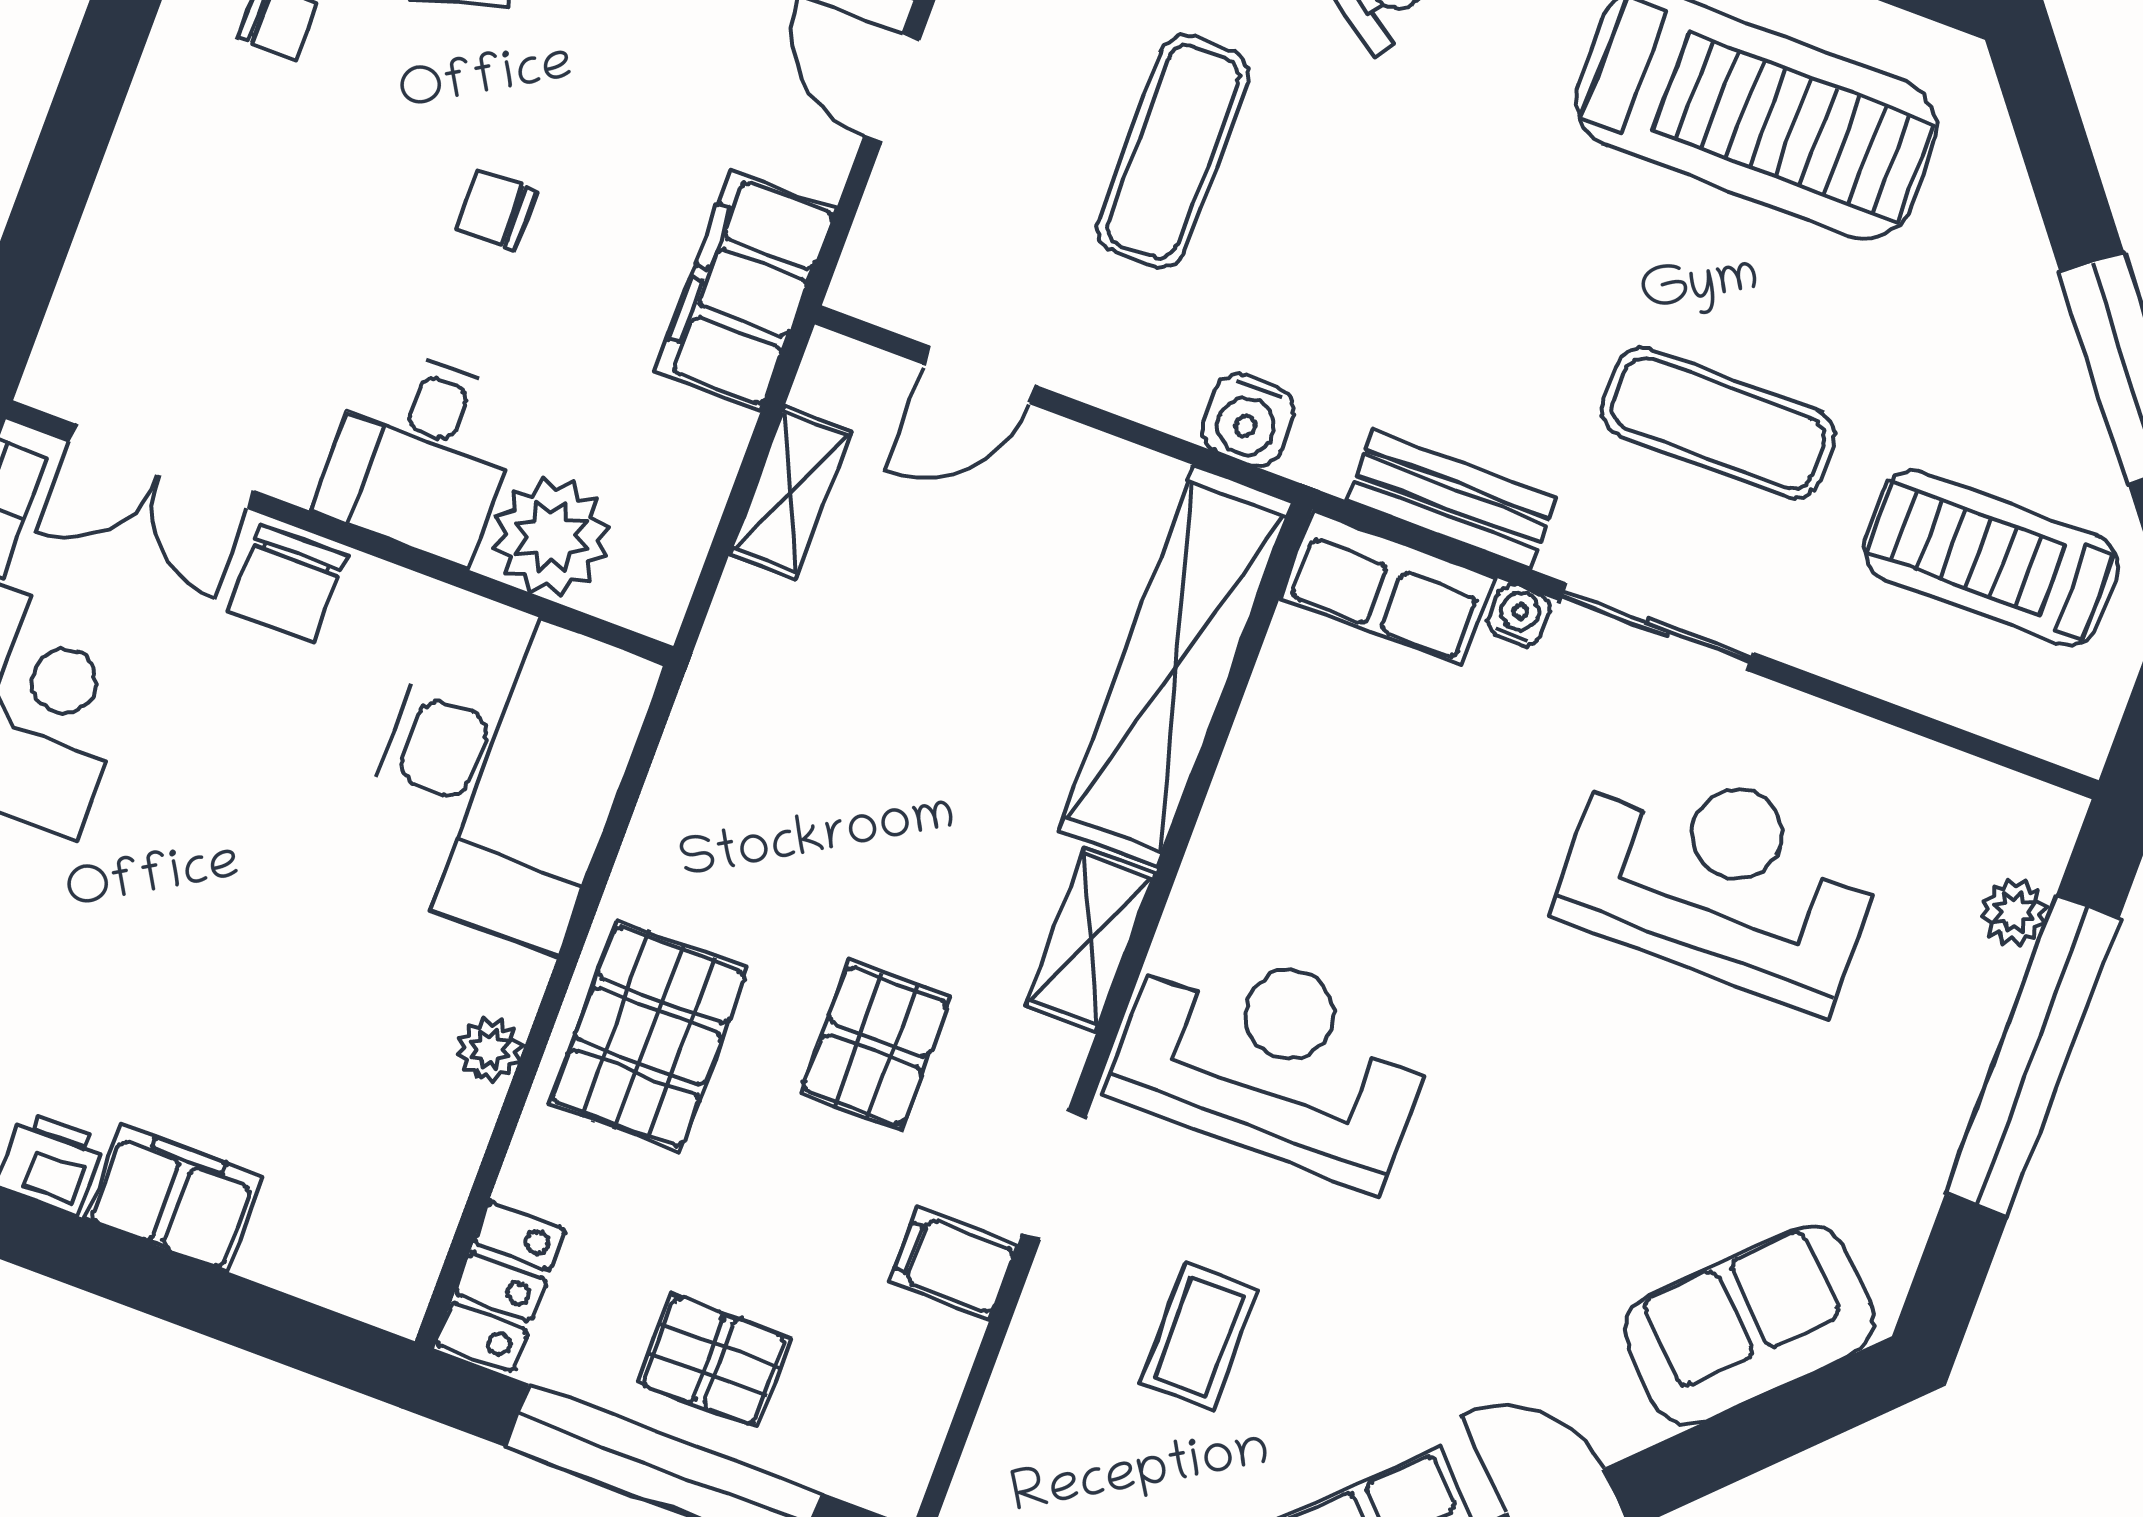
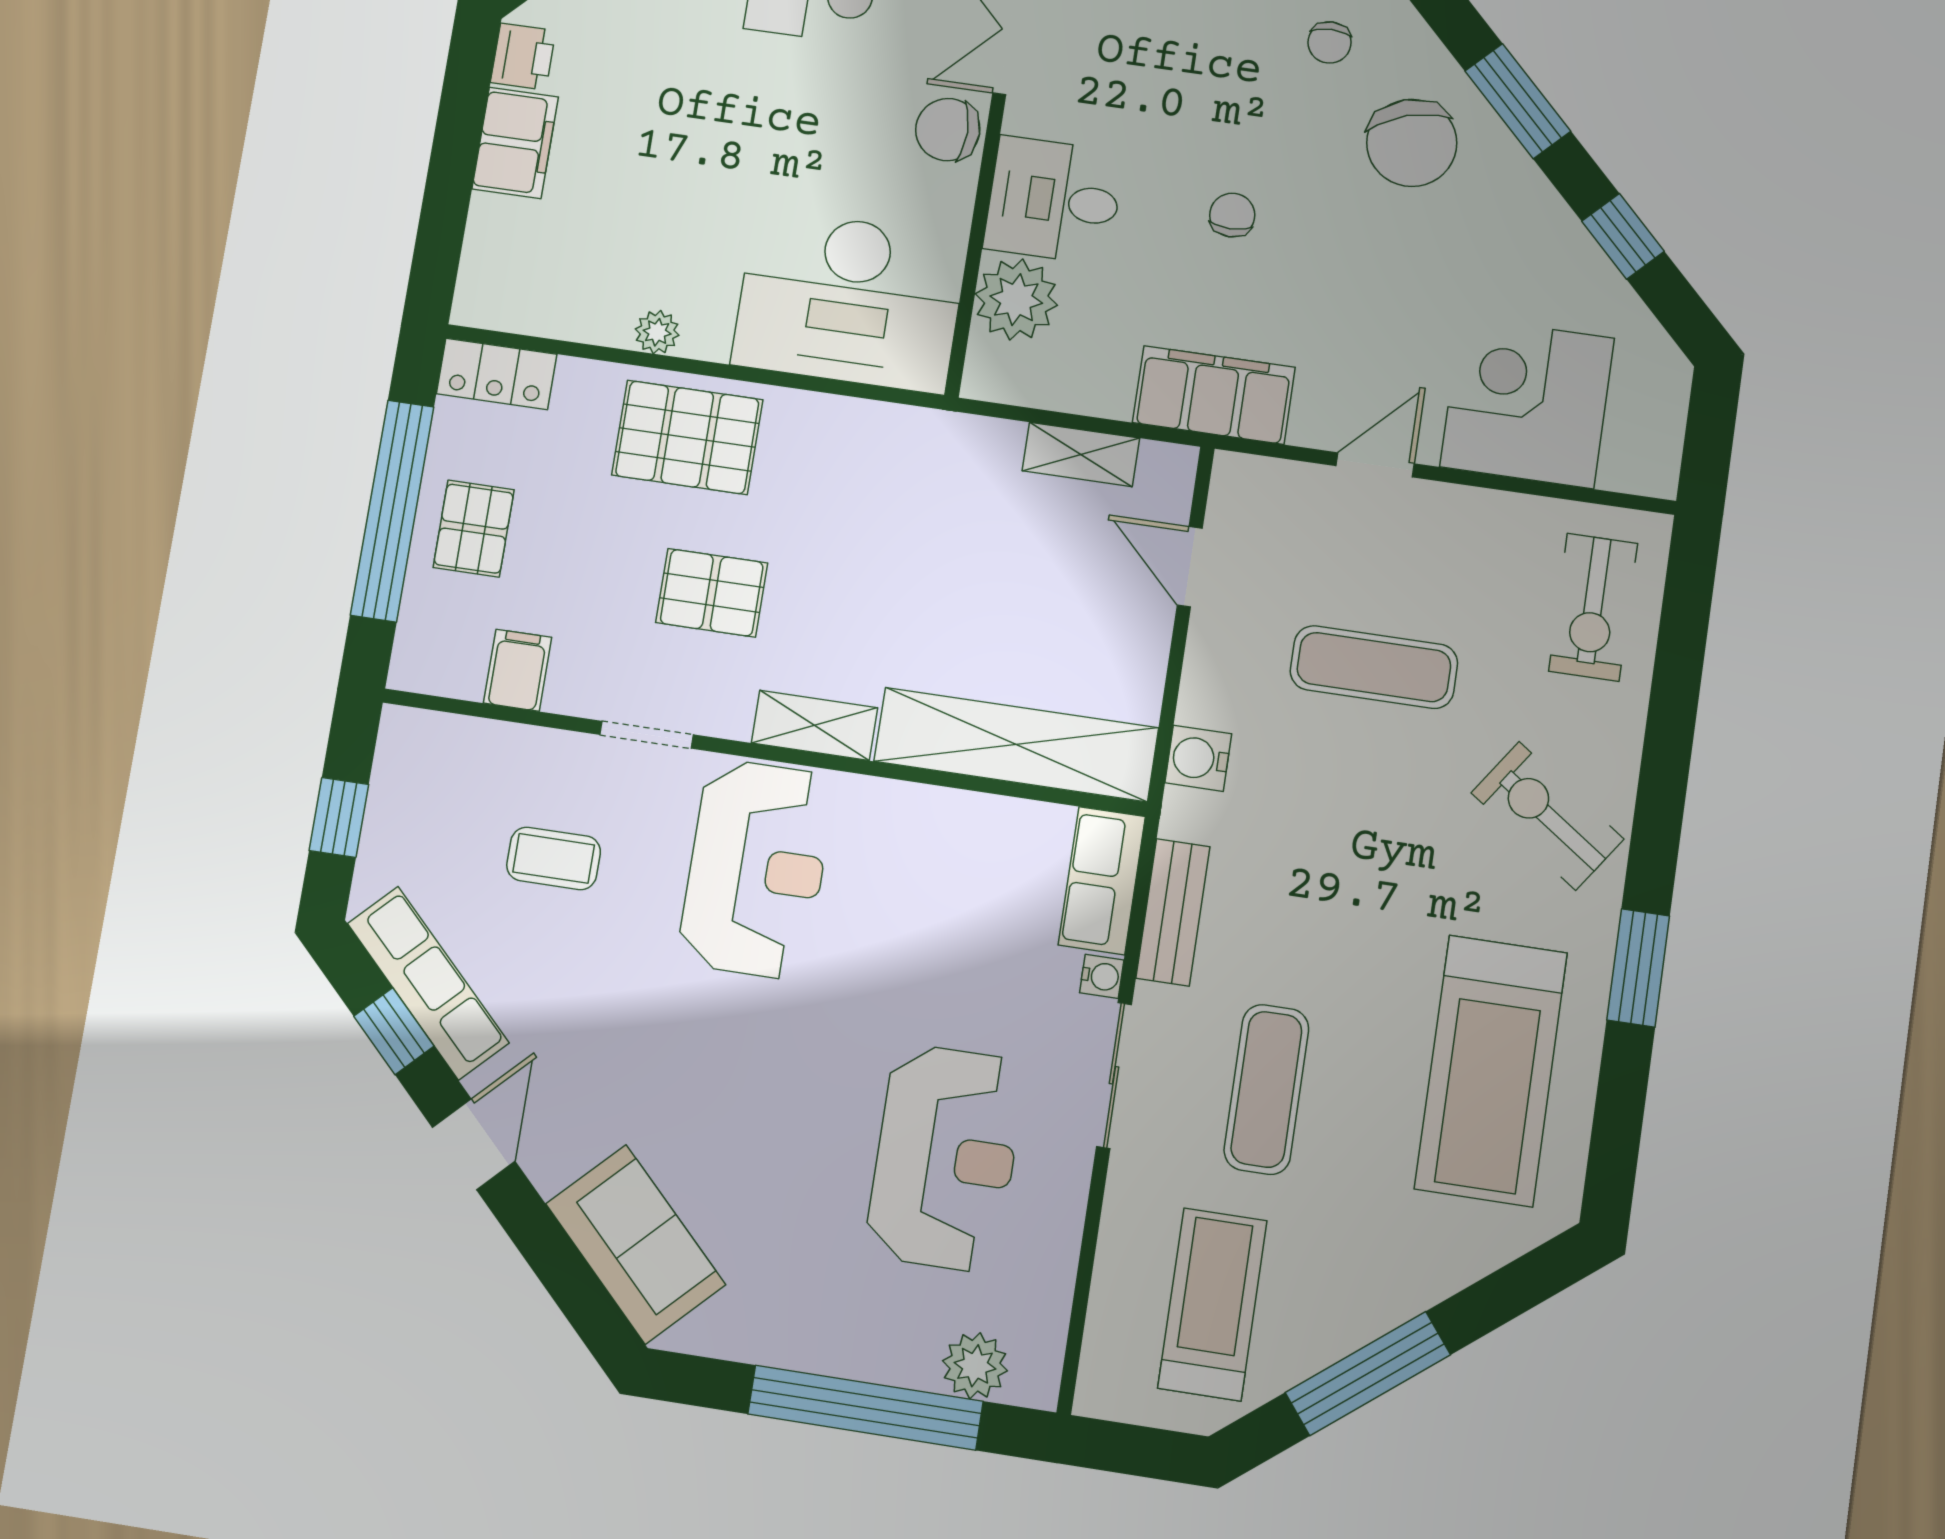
plant: (2014, 912) -> (975, 1366), width x1.38, depth x1.38
filing cabinet: (953, 1264) -> (518, 670), moved

